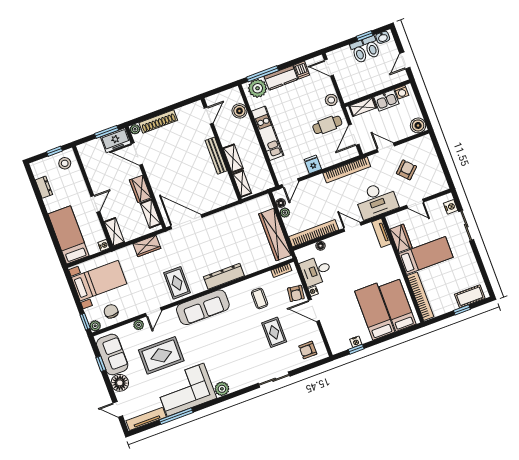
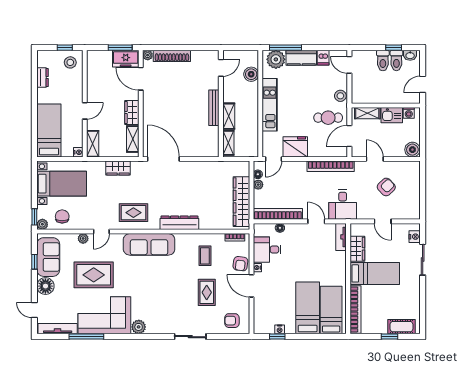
fridge: (313, 164) -> (295, 147), width x1.88, depth x1.34
desk: (376, 200) -> (343, 205), width x0.73
rug: (177, 283) -> (133, 213), turned 90

